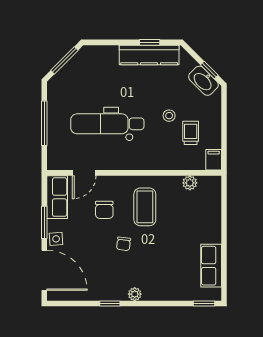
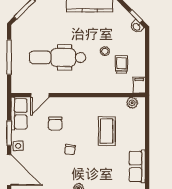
washbasin: (203, 81) -> (137, 27), width x0.52, depth x0.69
plant: (190, 183) -> (132, 103), moved
coffee table: (145, 207) -> (107, 131), moved

